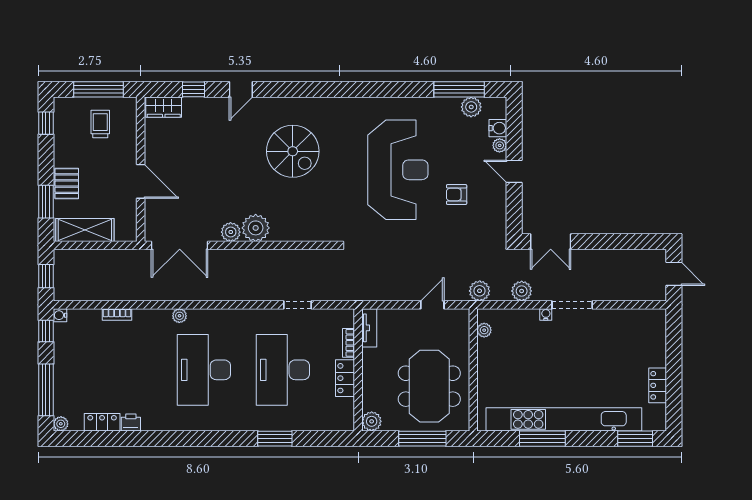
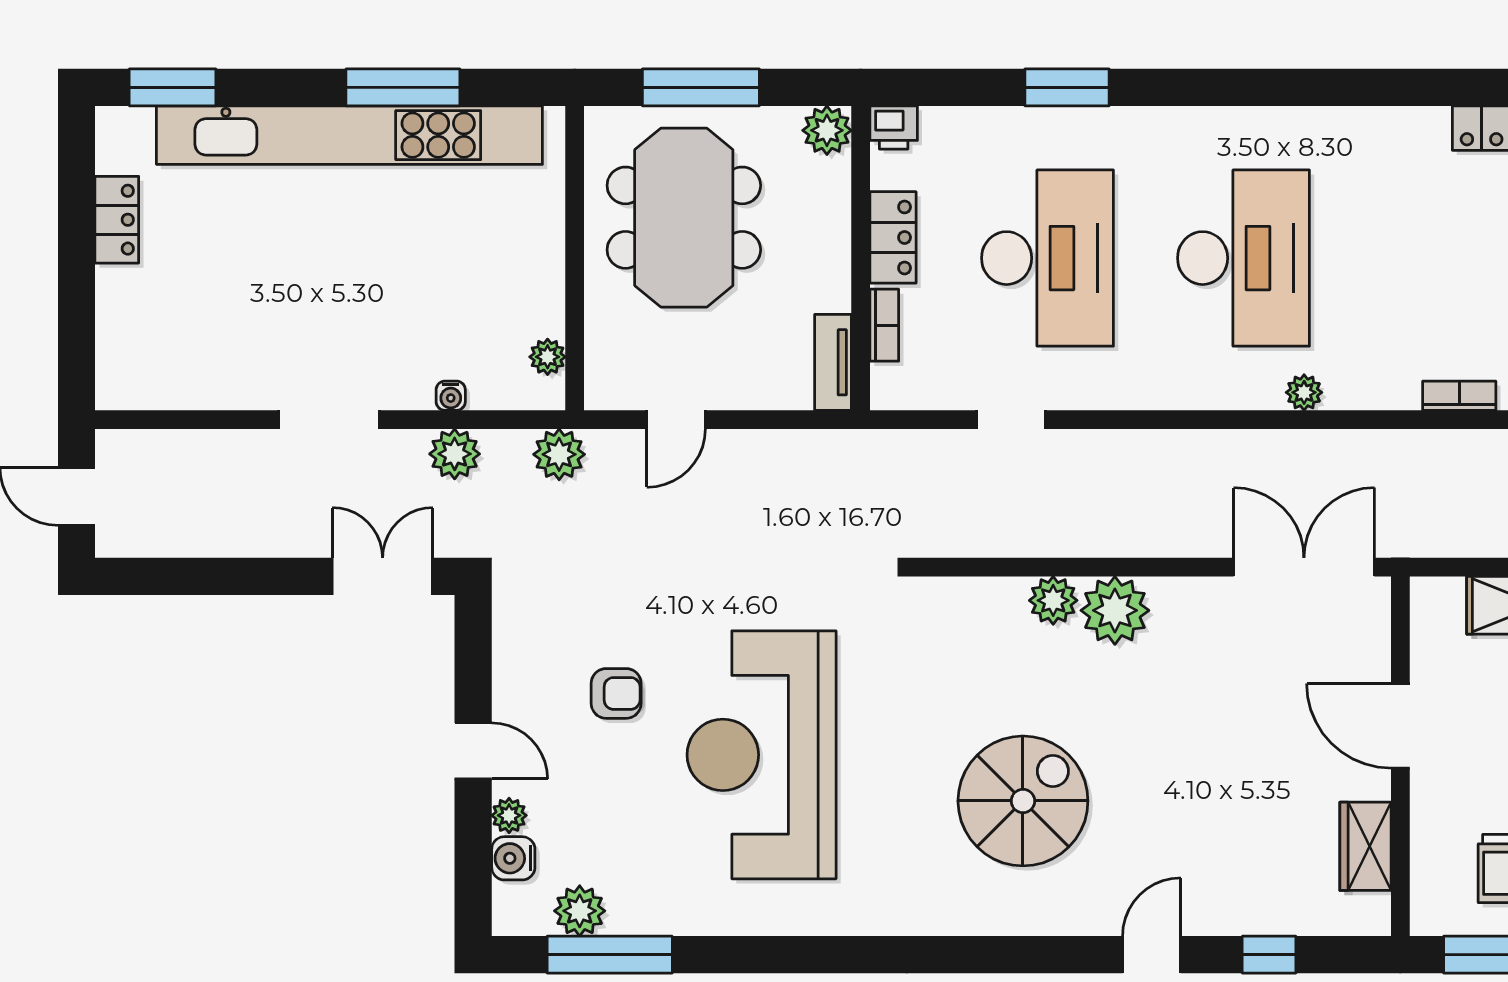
wardrobe: (164, 107) -> (1365, 846), moved, turned -90
spiral stairs: (293, 151) -> (1023, 801), turned 90
plant: (231, 232) -> (1053, 600), moved
water cooler: (546, 314) -> (451, 396), moved
printer: (131, 422) -> (894, 127), moved

